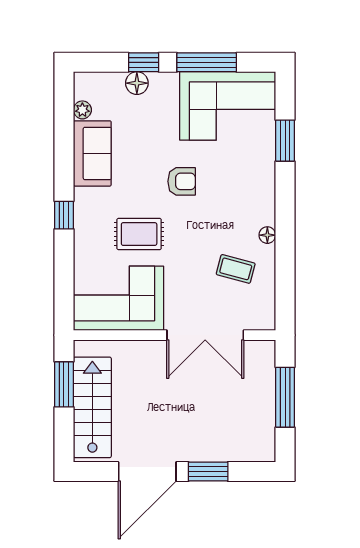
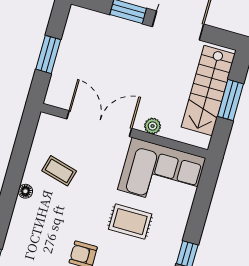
plant: (144, 349) -> (153, 126), added
window: (64, 384) -> (231, 100), moved
window: (285, 397) -> (48, 54), width x0.69

